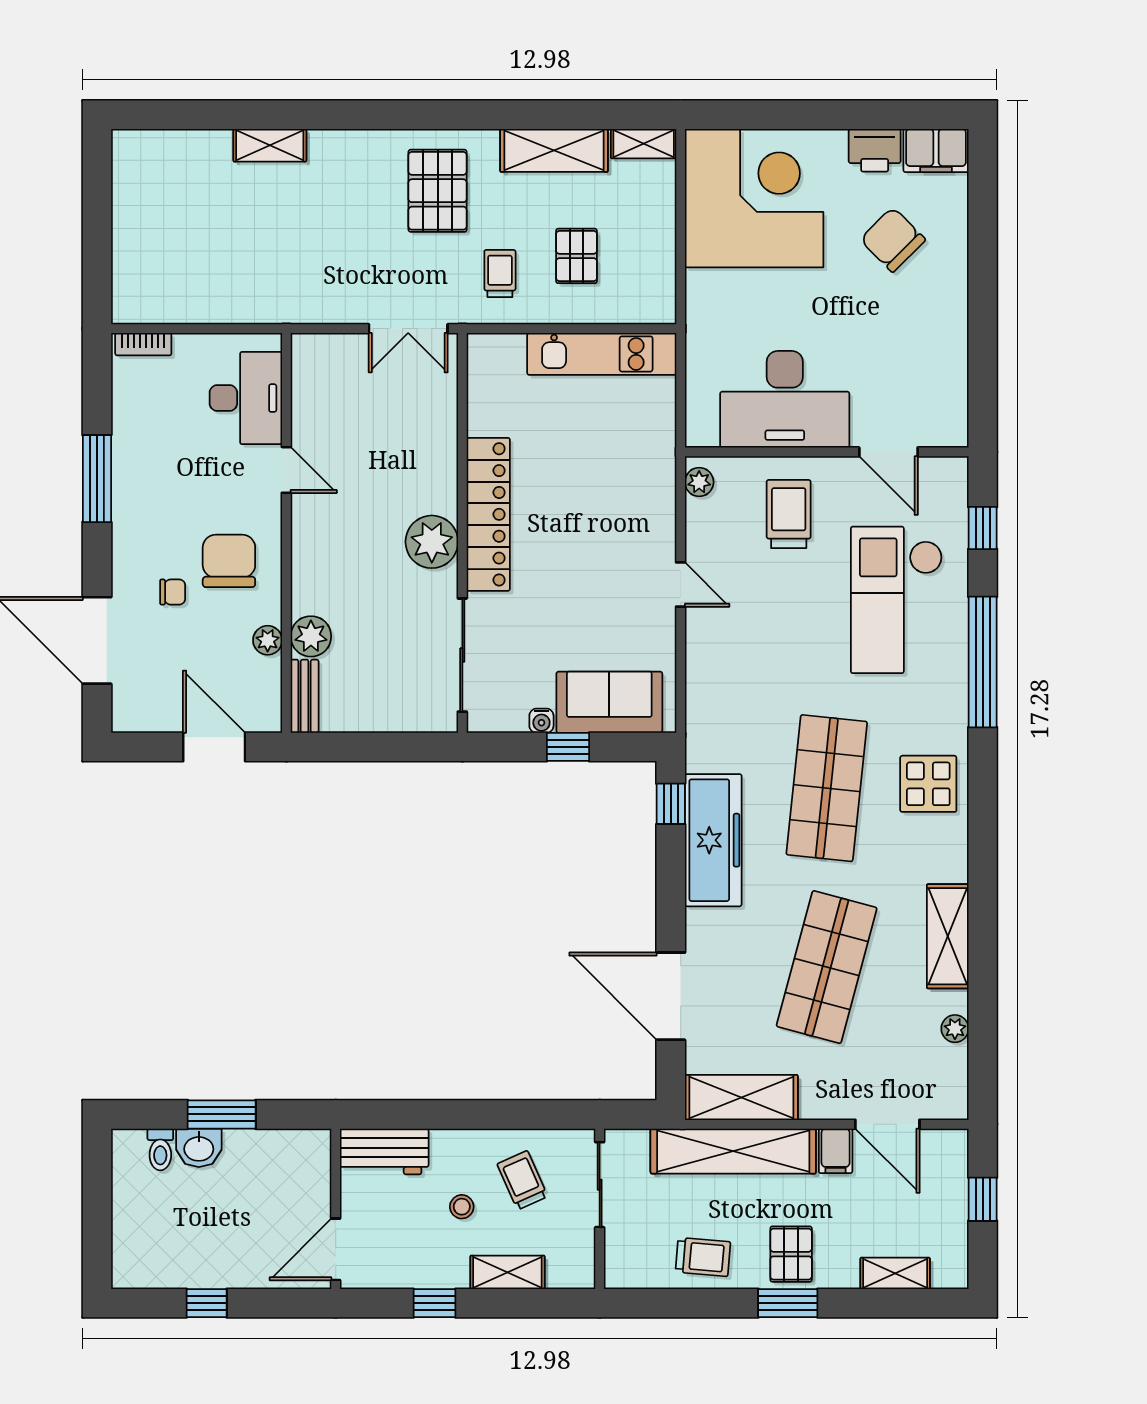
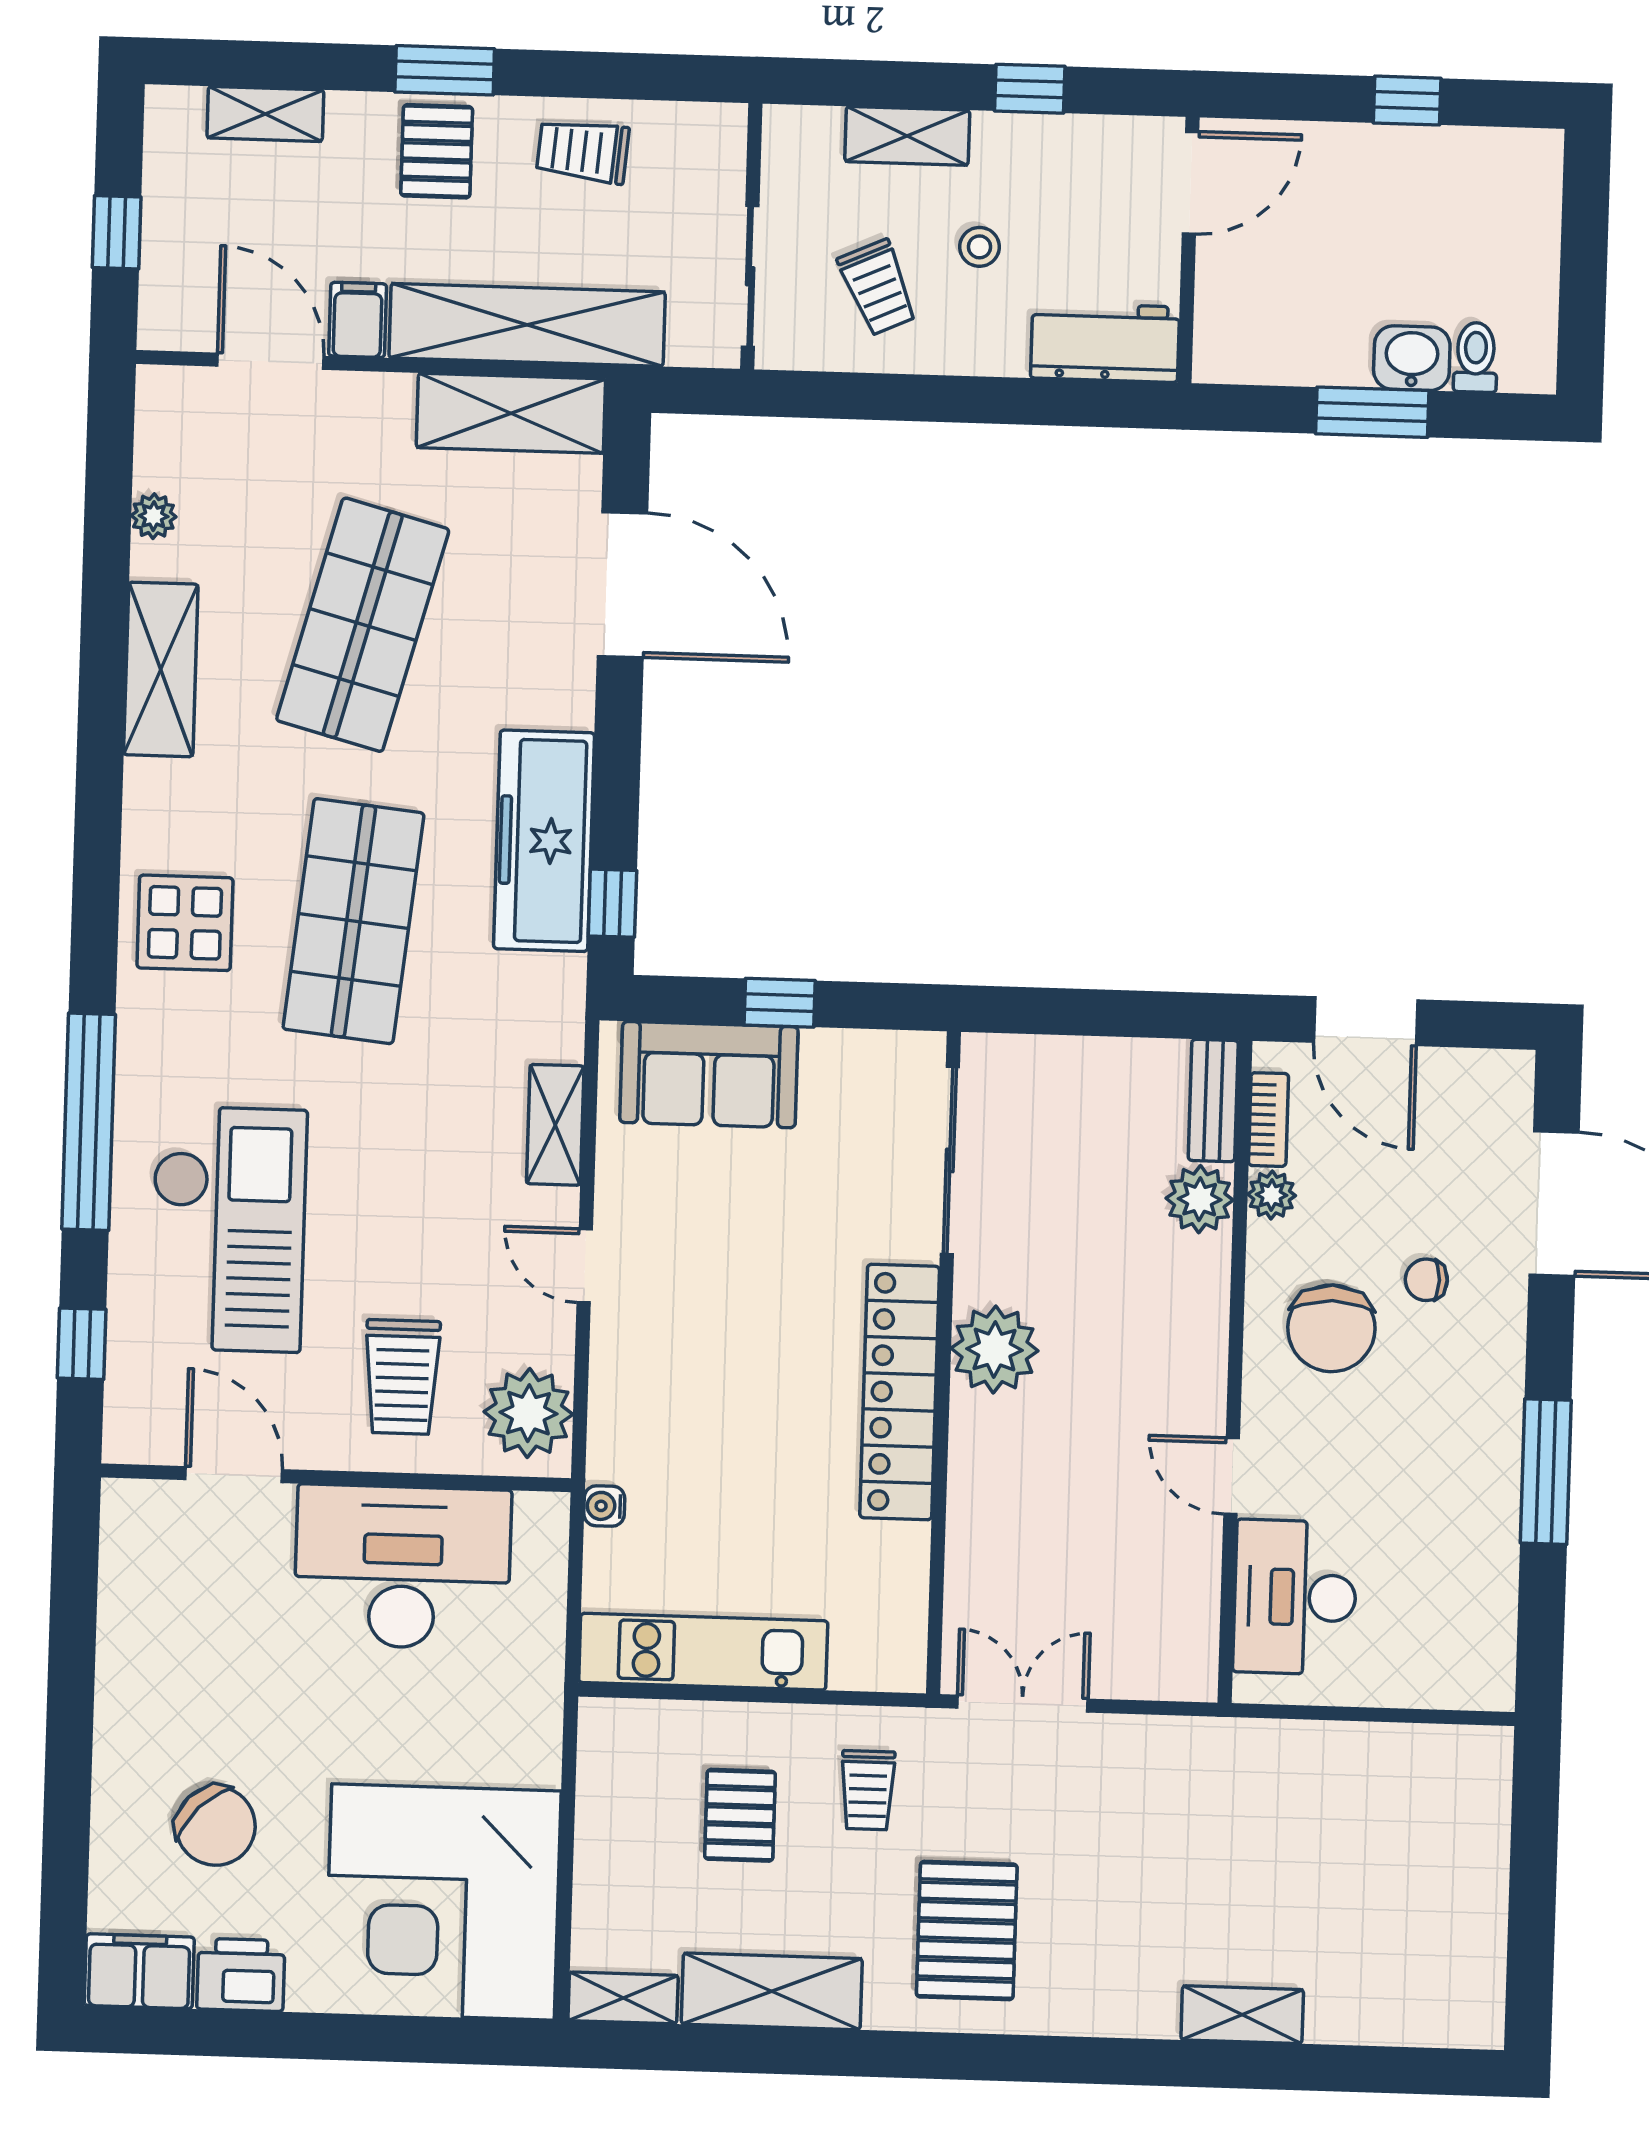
bookcase: (143, 344) -> (1268, 1120), moved, turned 90
plant: (699, 482) -> (528, 1413), width x1.88, depth x1.88
shelving: (701, 669) -> (555, 1125), added
water cooler: (541, 721) -> (604, 1506), moved, turned -90

